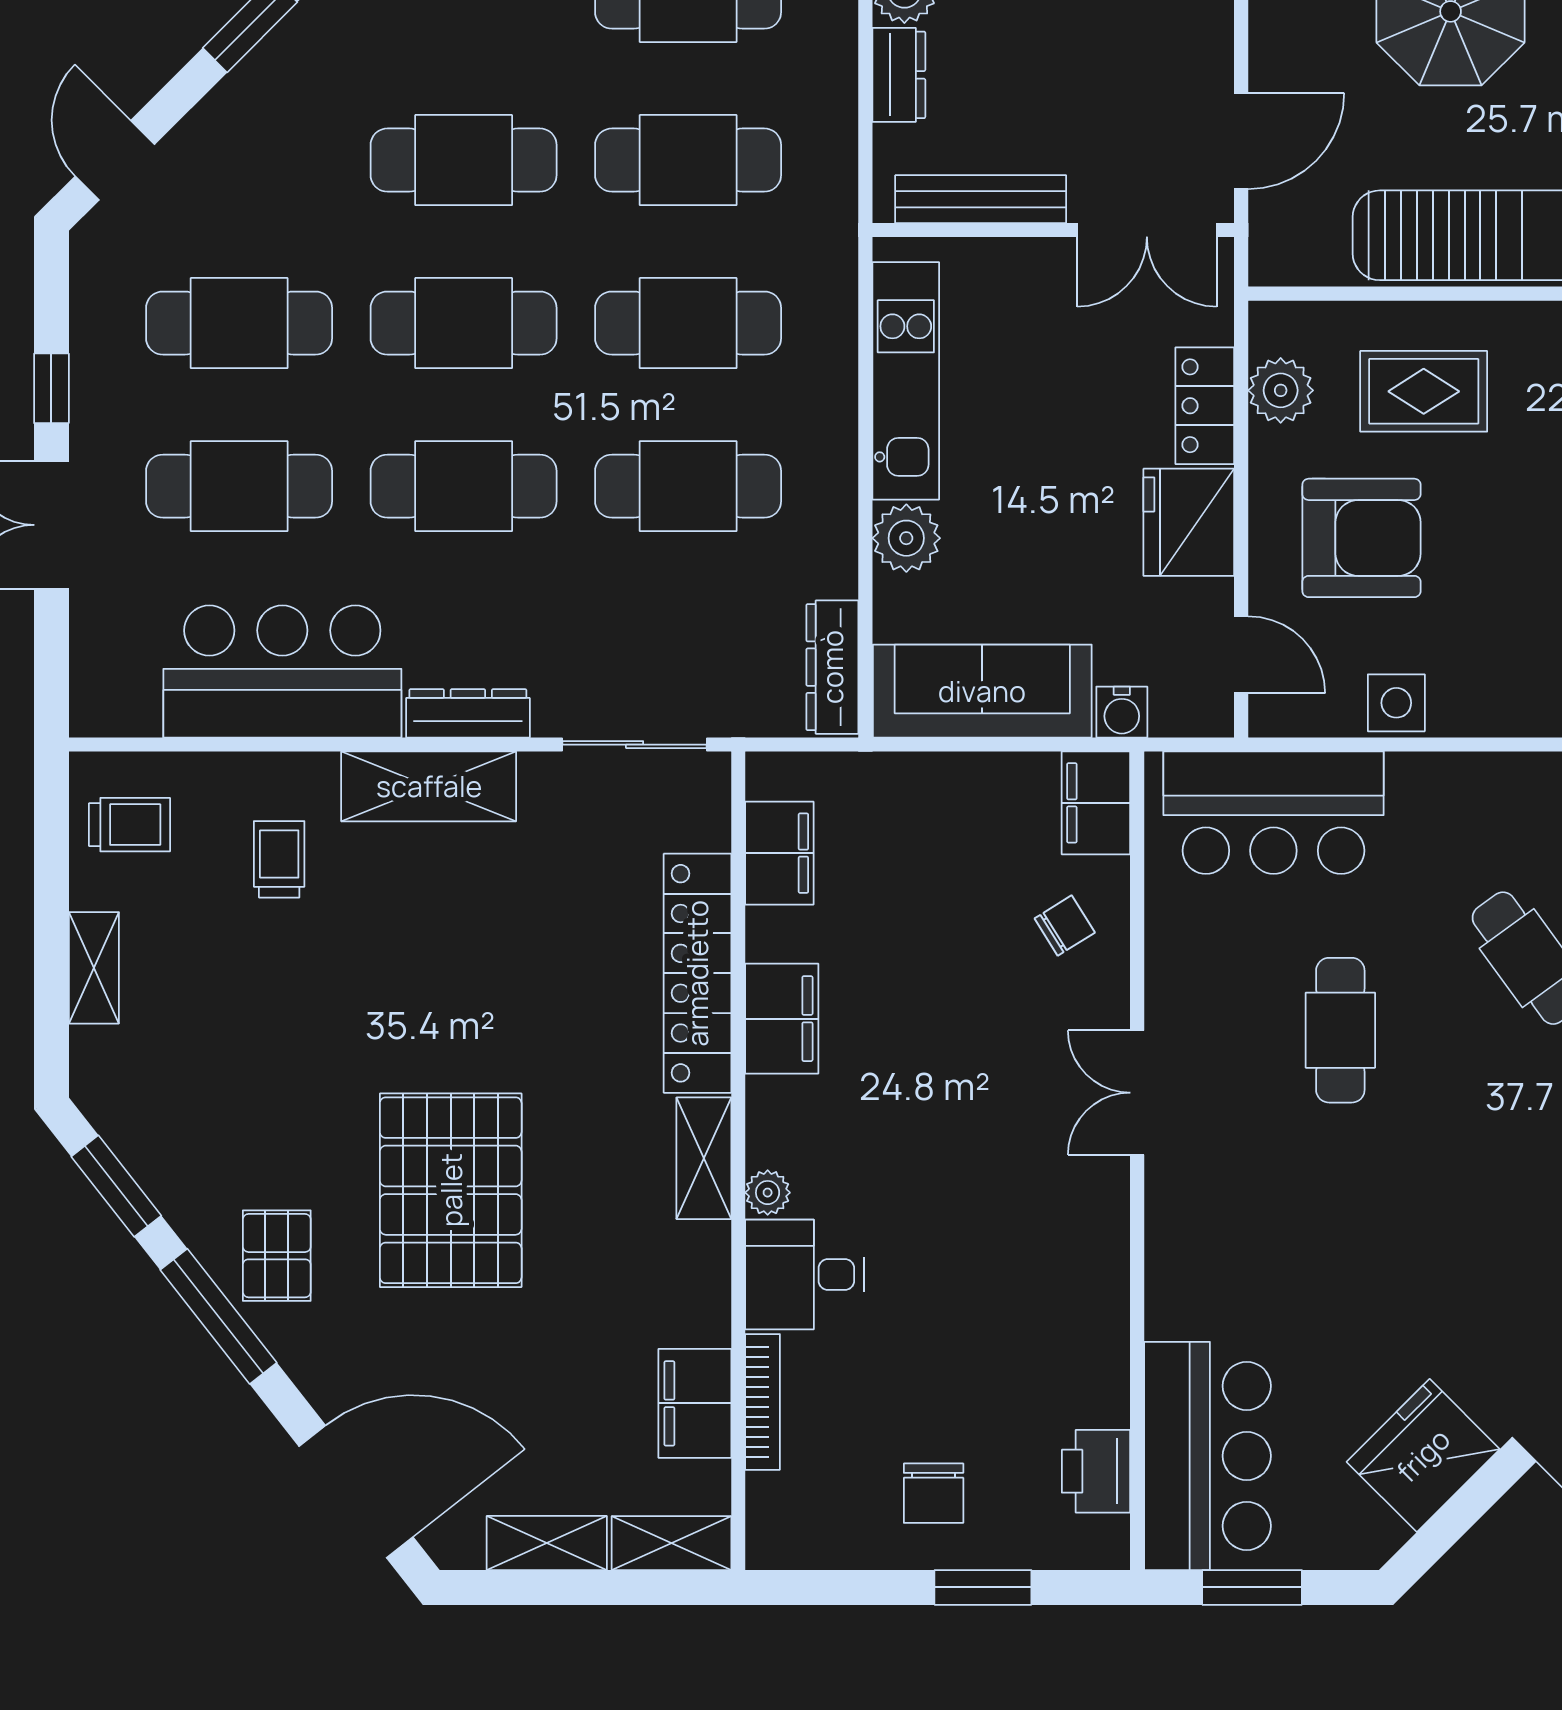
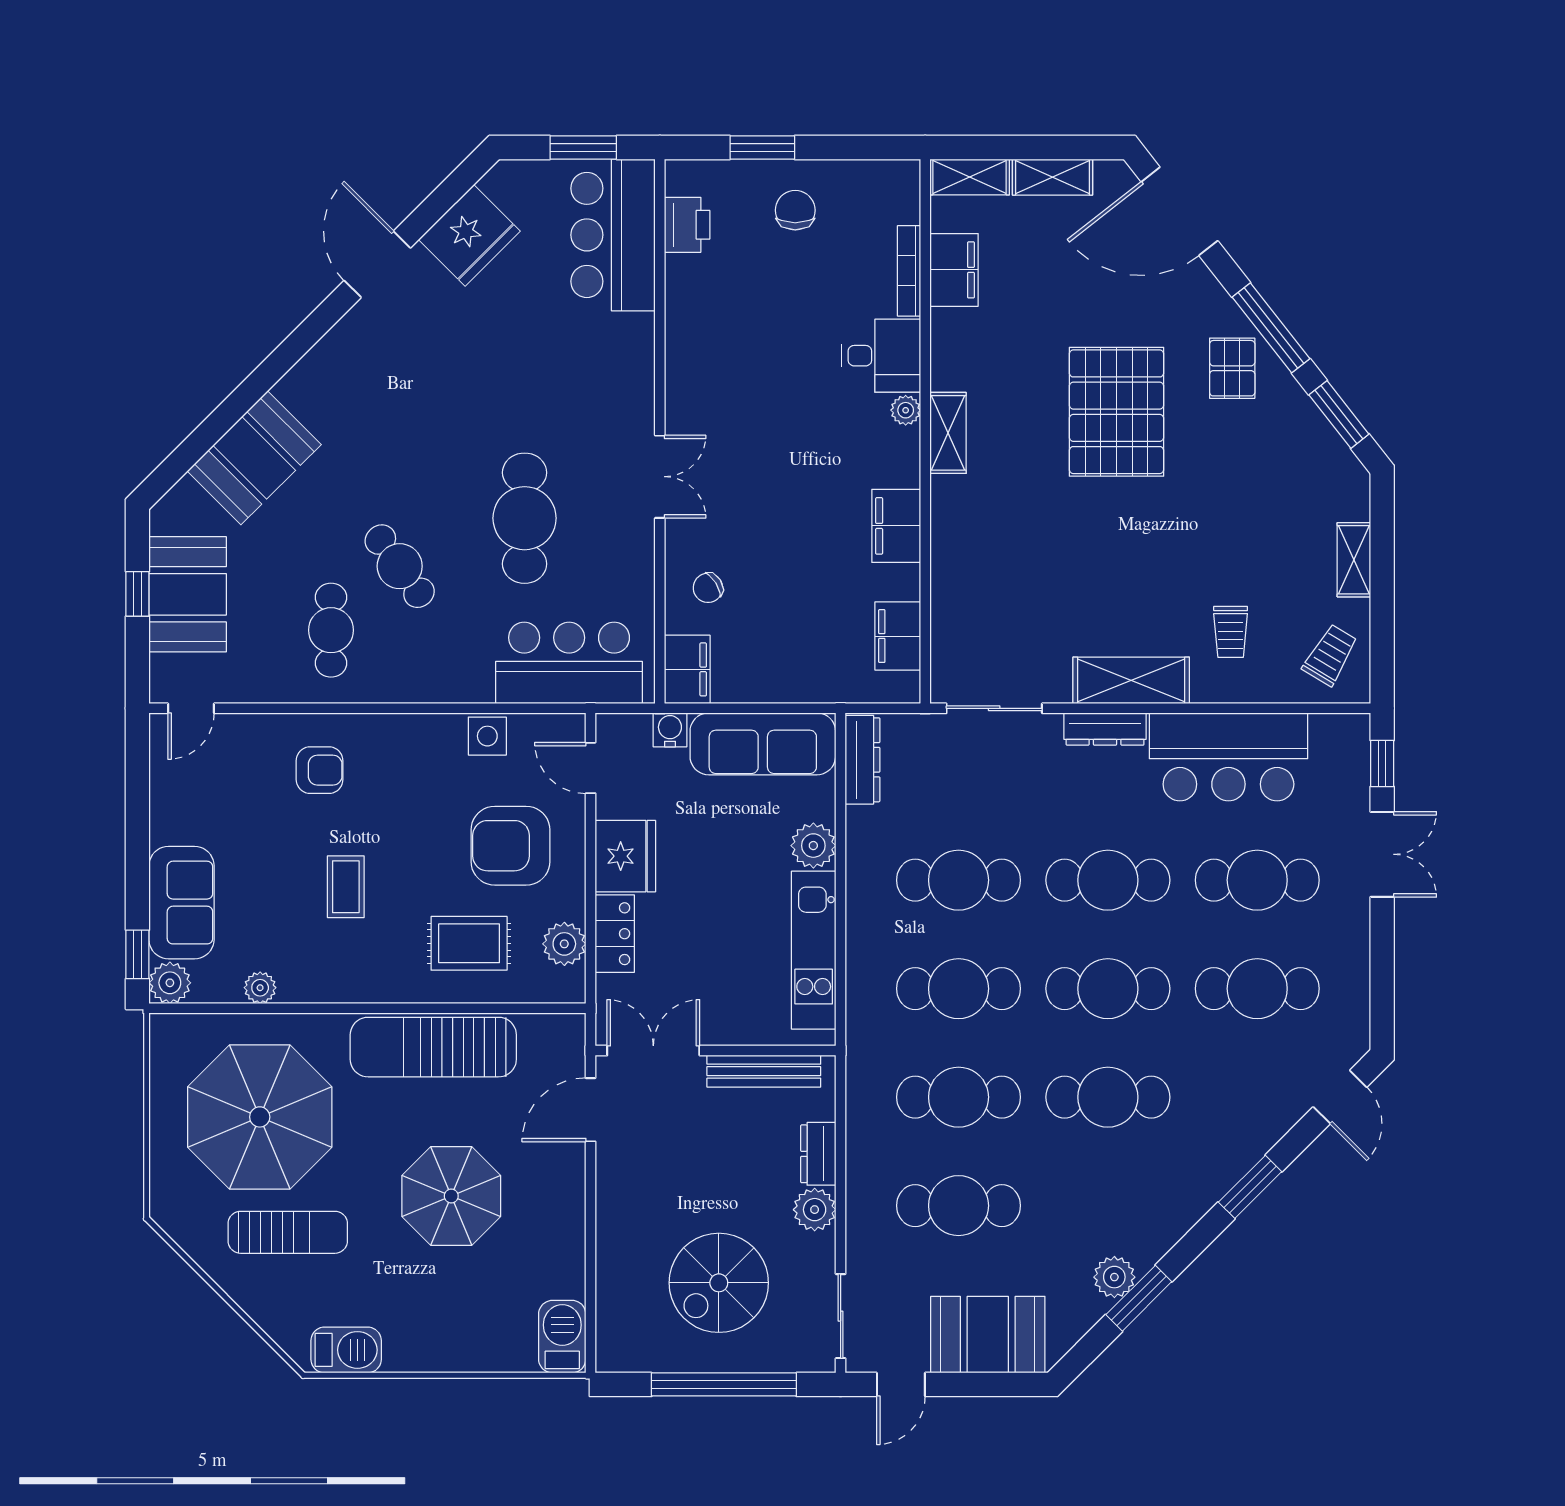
window: (51, 388) -> (1382, 763), moved
trolley: (130, 825) -> (1330, 655), turned 121
locker: (697, 973) -> (952, 556), removed
cafe table: (1340, 1030) -> (525, 518), width x1.37, depth x1.35

